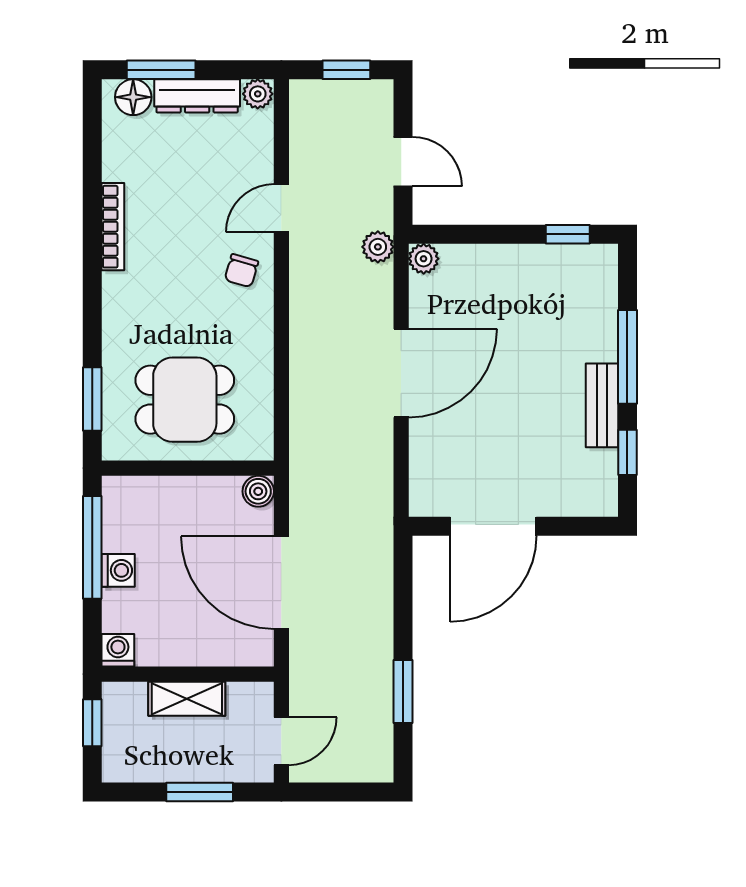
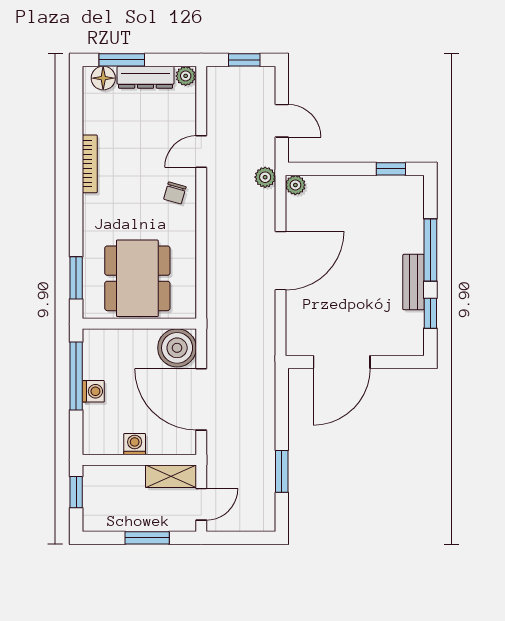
dining table: (185, 400) -> (137, 278), width x1.38
boiler: (258, 491) -> (177, 348), width x1.86, depth x1.86
washing machine: (118, 650) -> (135, 444), moved
shelving: (187, 699) -> (171, 476), moved

